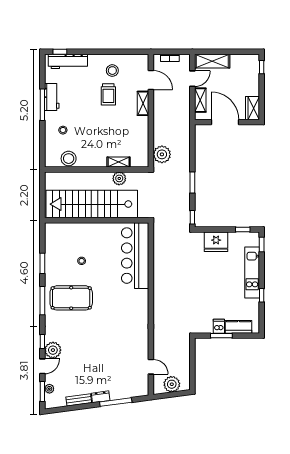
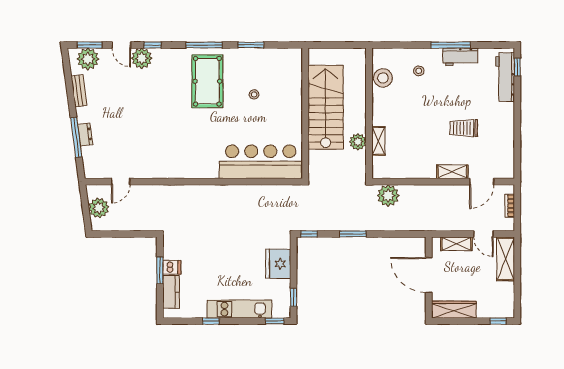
stool: (112, 71) -> (494, 133), removed
wardrobe: (252, 108) -> (454, 310), width x1.50
door: (225, 122) -> (429, 275), swing flipped
stairs: (92, 204) -> (326, 107), width x0.73
plant: (49, 389) -> (88, 59), width x1.88, depth x1.88
dresser: (101, 397) -> (85, 135), moved

